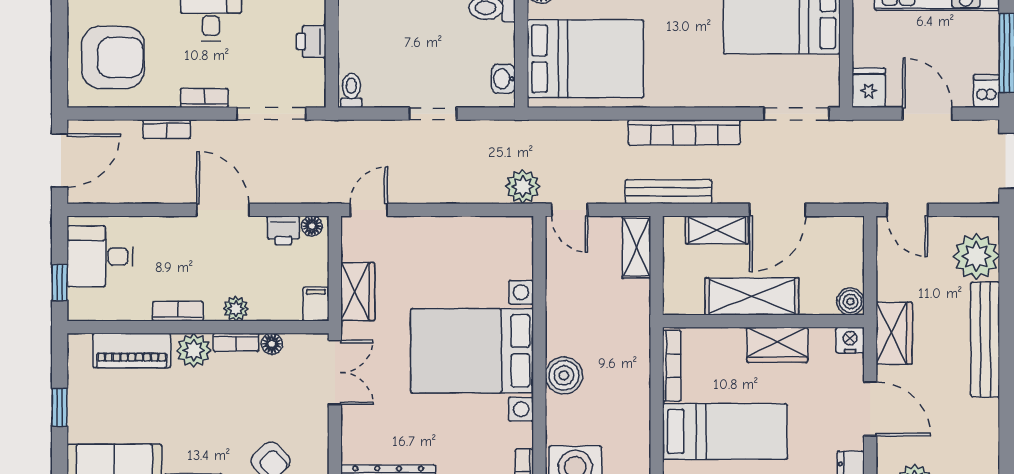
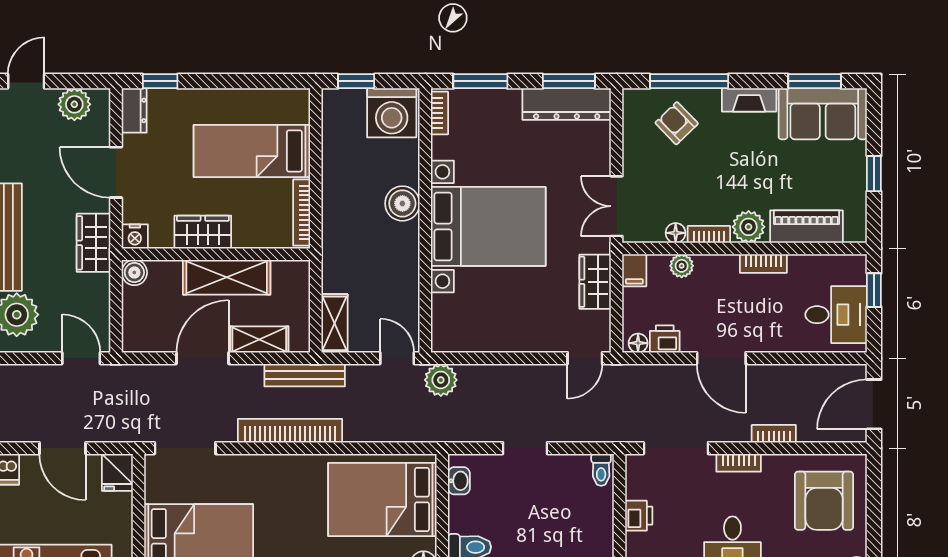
armchair: (113, 57) -> (824, 501), turned -90
plant: (236, 309) -> (682, 266), moved

